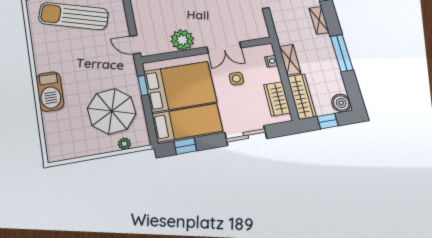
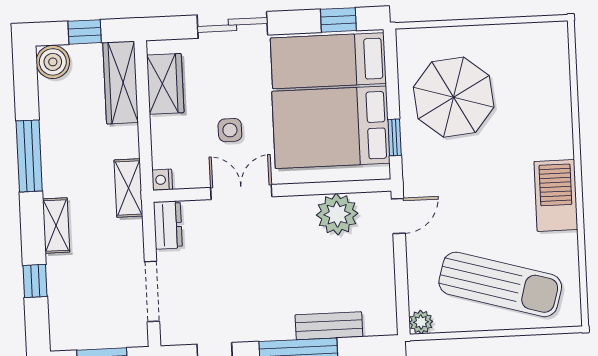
dresser: (260, 27) -> (168, 225), added
plant: (182, 40) -> (337, 214), moved
door: (135, 45) -> (398, 216), hinge flipped
shelving: (290, 60) -> (128, 188), moved
nightstand: (271, 61) -> (162, 180), moved
barbecue: (50, 91) -> (556, 195), moved
plant: (124, 144) -> (439, 37), removed

